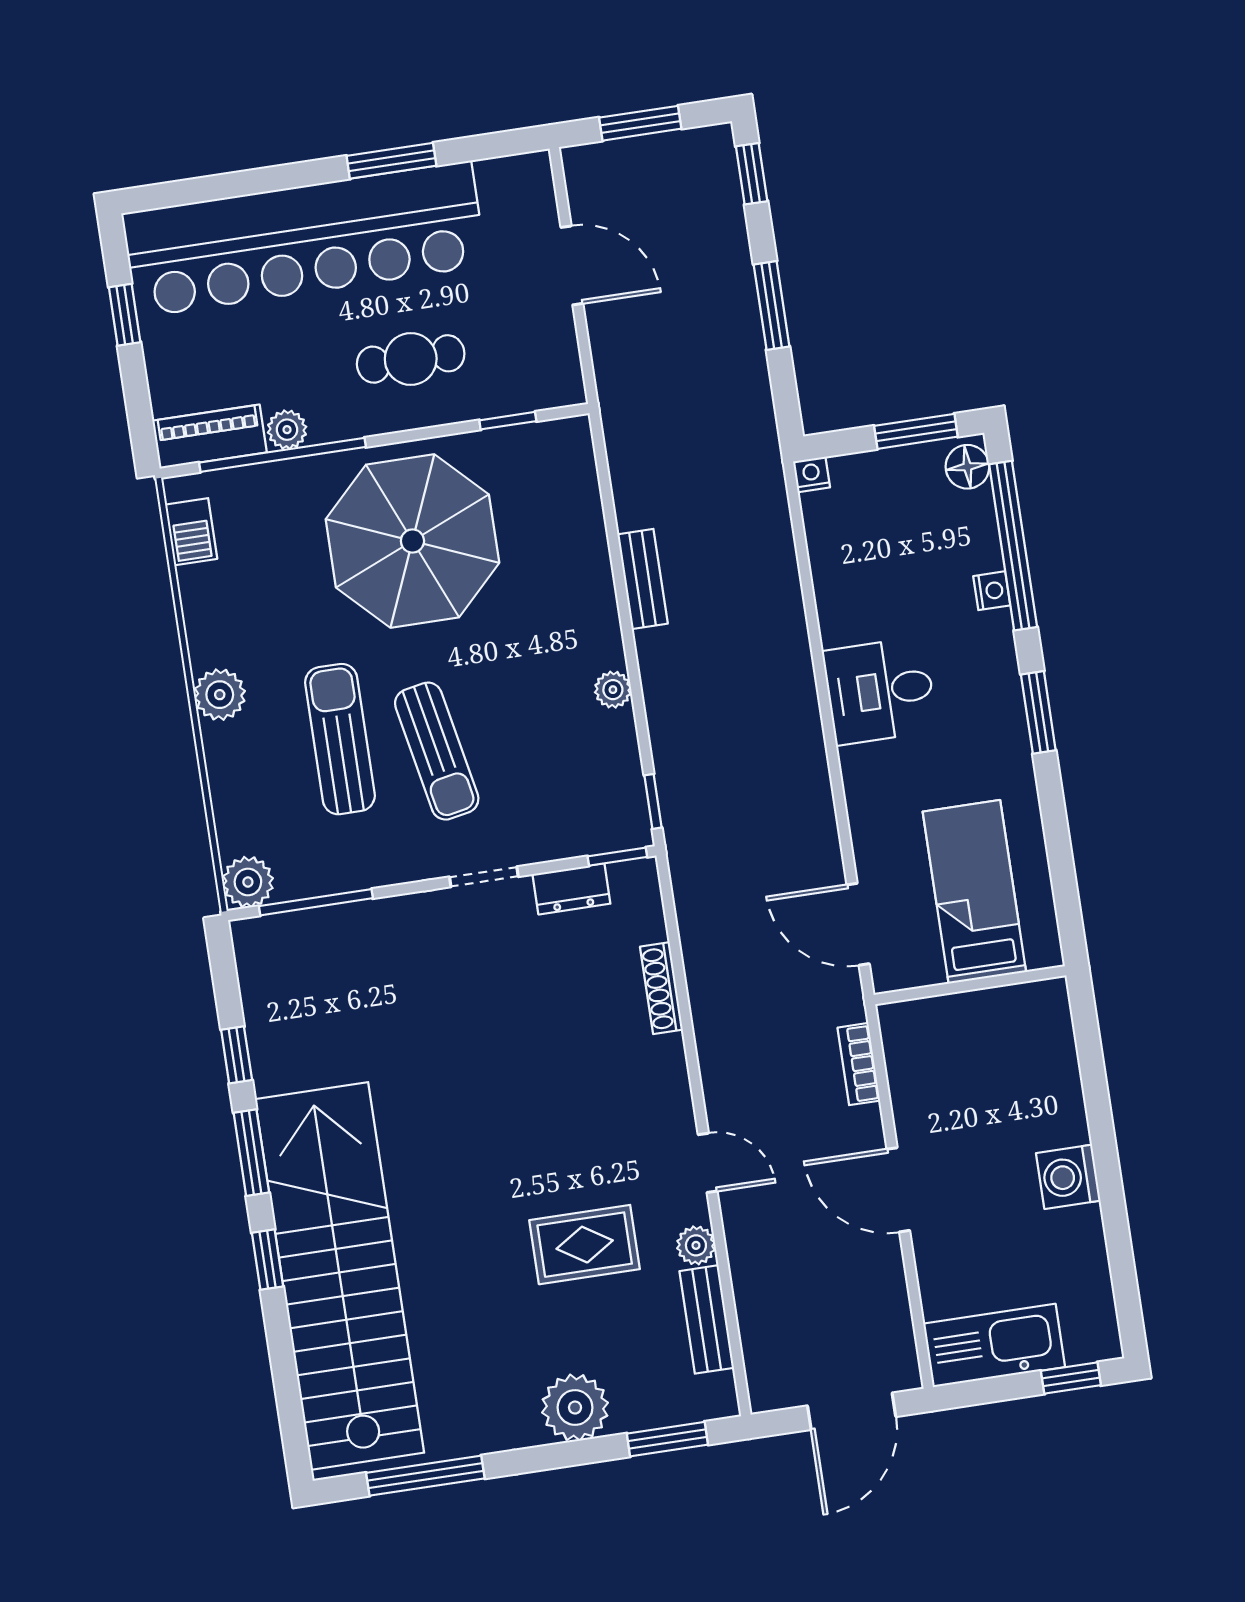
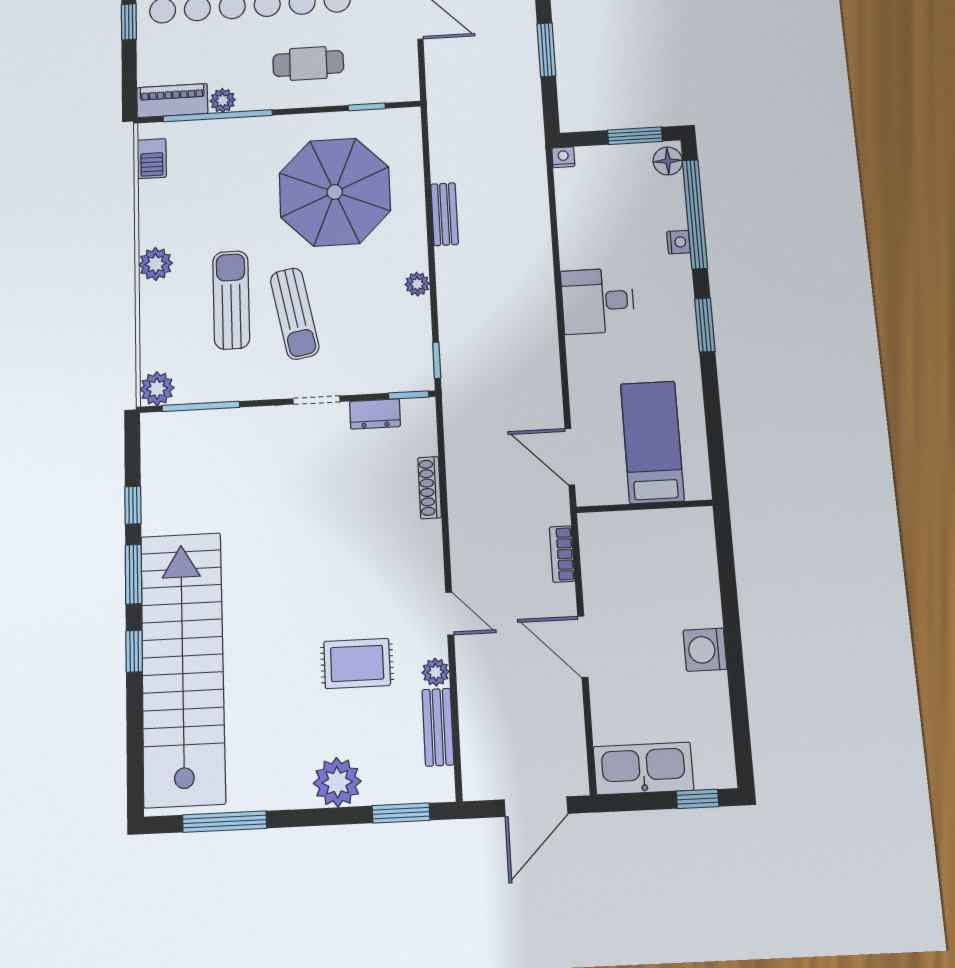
parasol: (412, 541) -> (335, 192), moved

